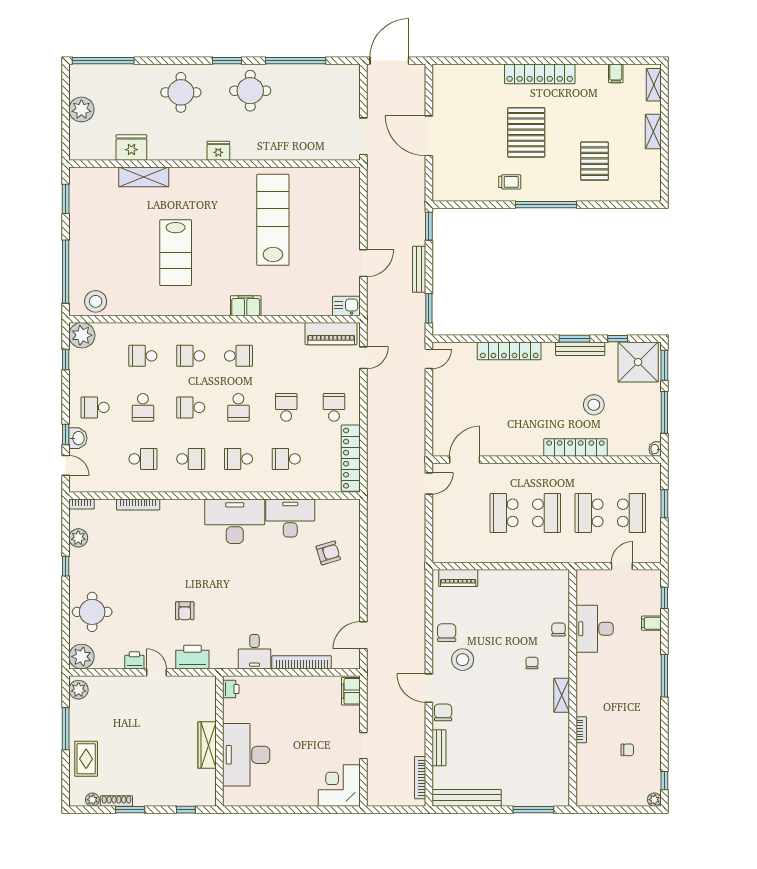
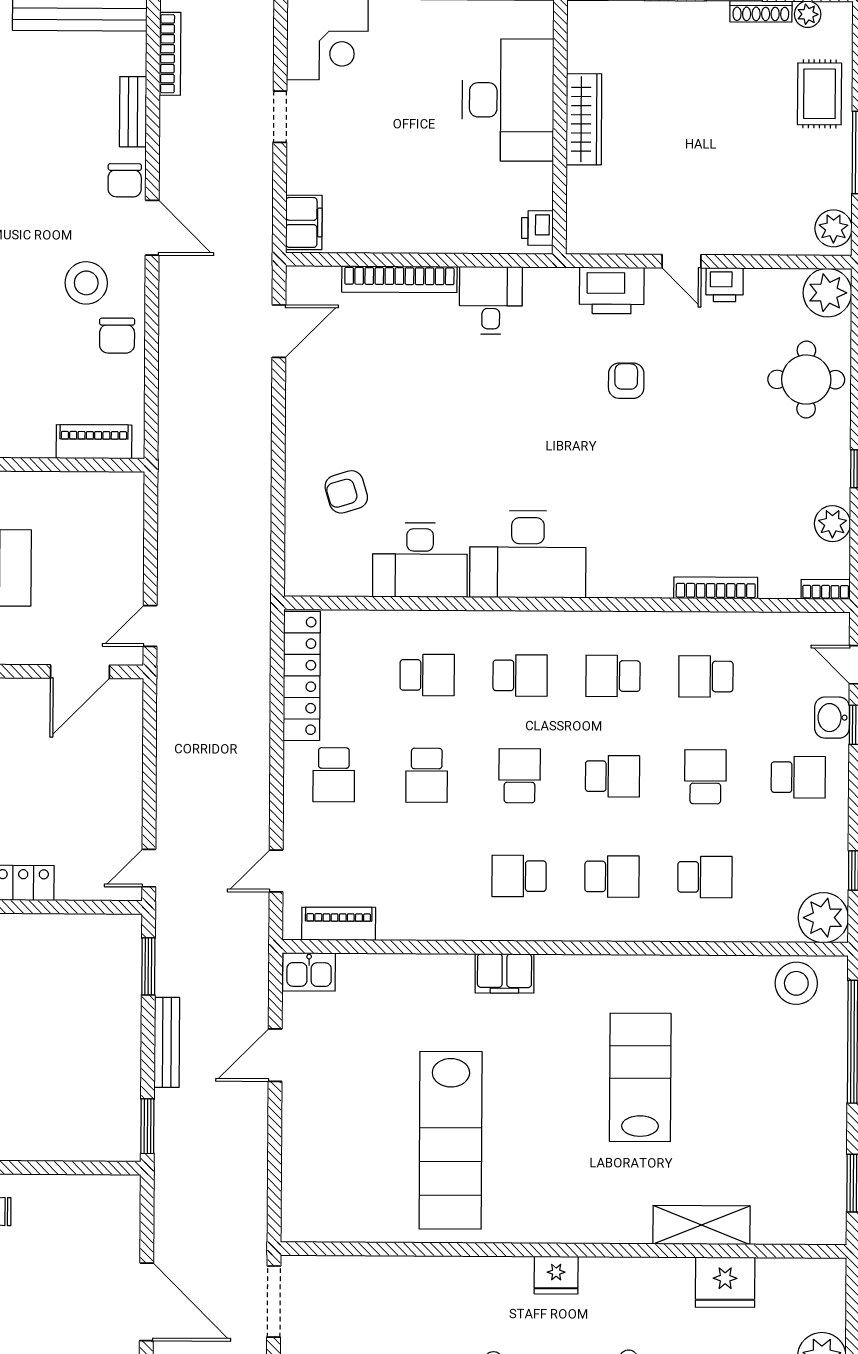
piano: (331, 334) -> (339, 924), width x0.73, depth x0.75

